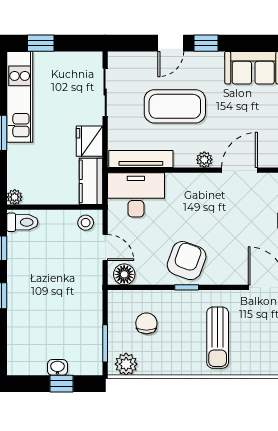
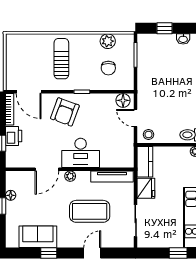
window: (206, 43) -> (49, 253), moved
desk: (136, 195) -> (81, 153), moved
armchair: (187, 261) -> (65, 112), moved
plant: (126, 364) -> (108, 41), moved
washbasin: (57, 367) -> (183, 39), moved

